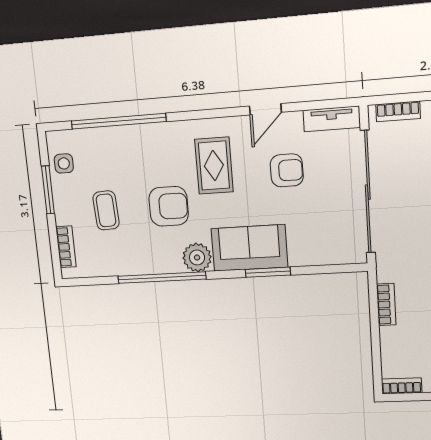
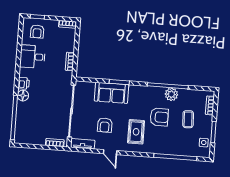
door: (265, 109) -> (110, 152), swing flipped
armchair: (287, 170) -> (105, 125), turned -90
armchair: (169, 206) -> (159, 117), turned 180
sofa: (249, 248) -> (112, 93), moved
plant: (197, 257) -> (171, 94), moved

